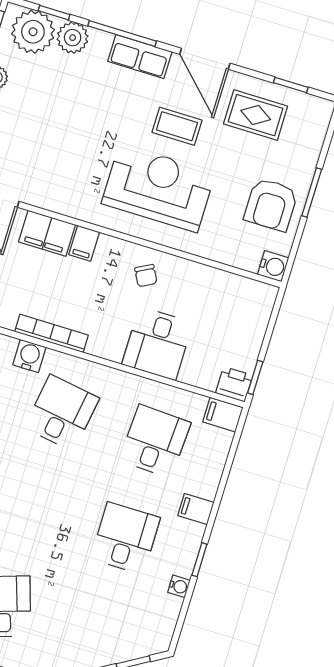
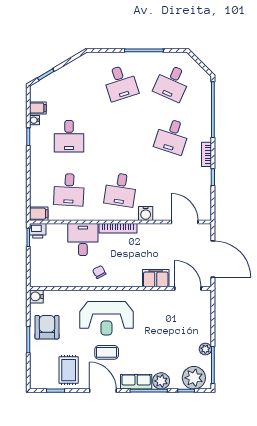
plant: (73, 38) -> (161, 381), moved
rug: (256, 115) -> (69, 370), turned 90
filing cabinet: (84, 243) -> (135, 279), removed
bookcase: (52, 333) -> (118, 228), moved
filing cabinet: (196, 509) -> (38, 108), moved

